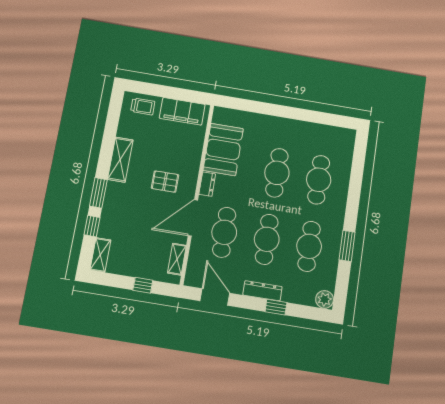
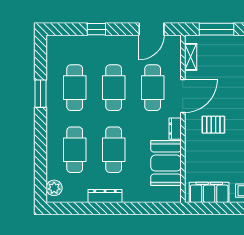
window: (143, 285) -> (217, 29), width x2.17
dresser: (262, 291) -> (105, 196), moved, turned 180
door: (215, 297) -> (152, 29), hinge flipped
plant: (325, 299) -> (54, 188), moved

